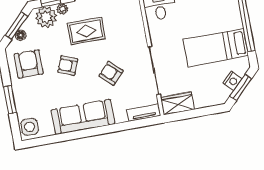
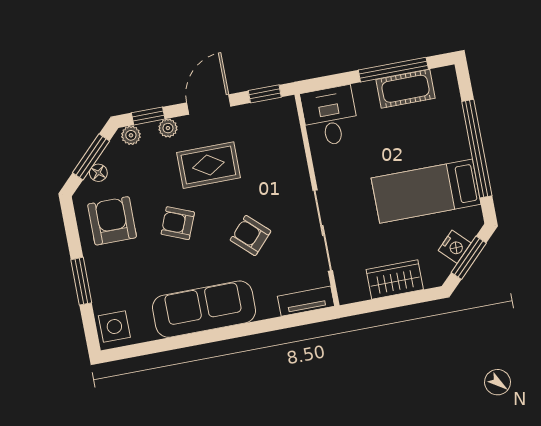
plant: (46, 17) -> (131, 135), width x0.53, depth x0.53
wardrobe: (177, 103) -> (395, 279), moved

